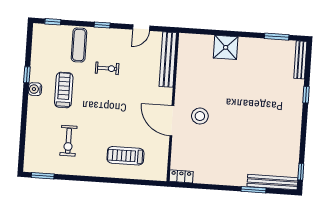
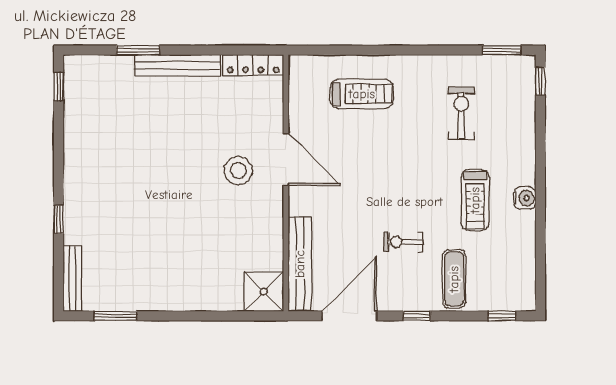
door: (141, 28) -> (349, 316), width x1.87
shower: (226, 47) -> (264, 291), moved
window: (27, 75) -> (540, 81), moved
locker: (181, 176) -> (253, 65), width x1.53
bench: (272, 182) -> (177, 65), moved

